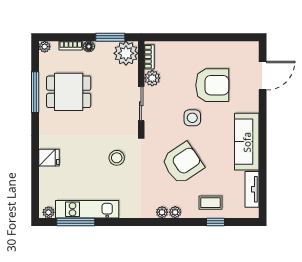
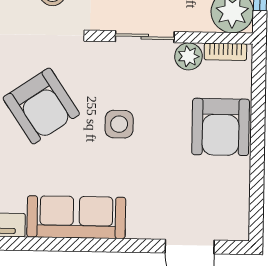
armchair: (212, 85) -> (221, 127), moved

